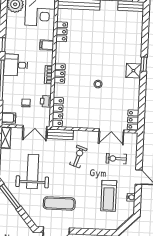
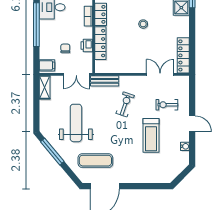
locker: (58, 112) -> (100, 43), moved
locker: (133, 120) -> (183, 55), width x1.53
double door: (111, 131) -> (160, 74), swing flipped
treadmill: (109, 196) -> (151, 135), moved
exercise mat: (59, 203) -> (95, 161), moved

